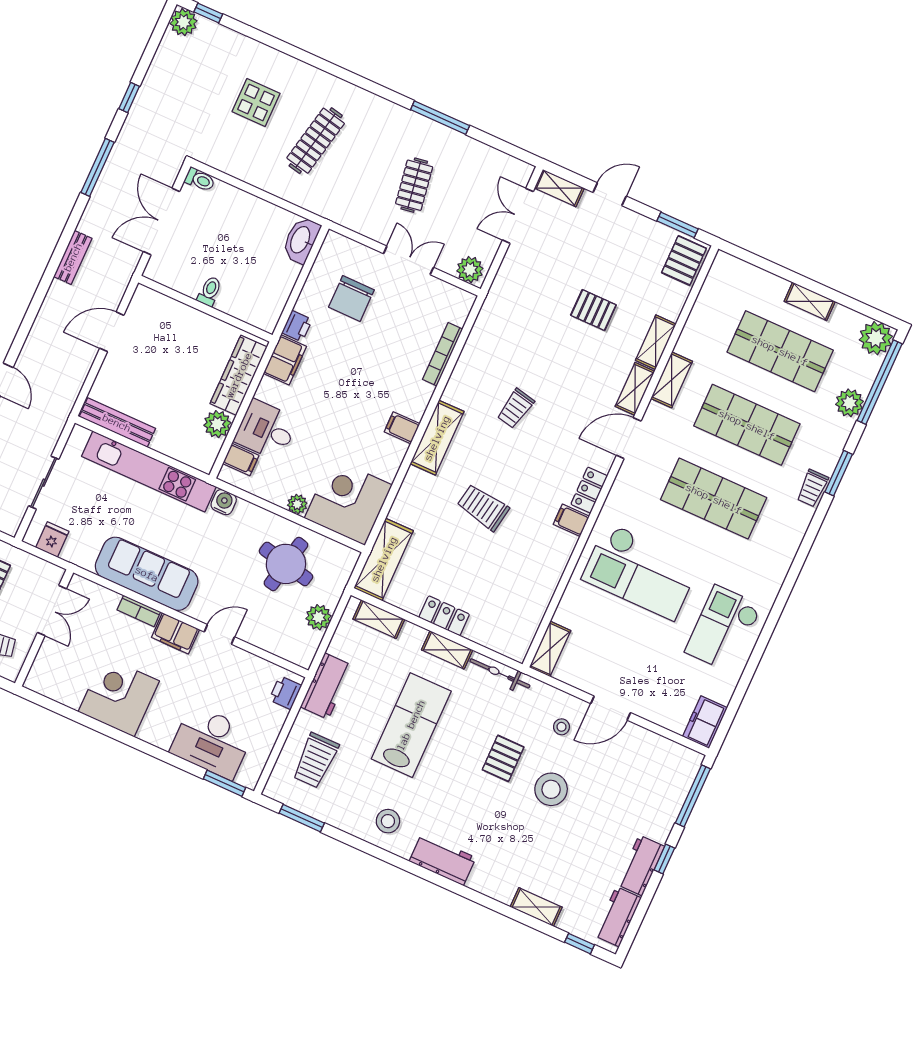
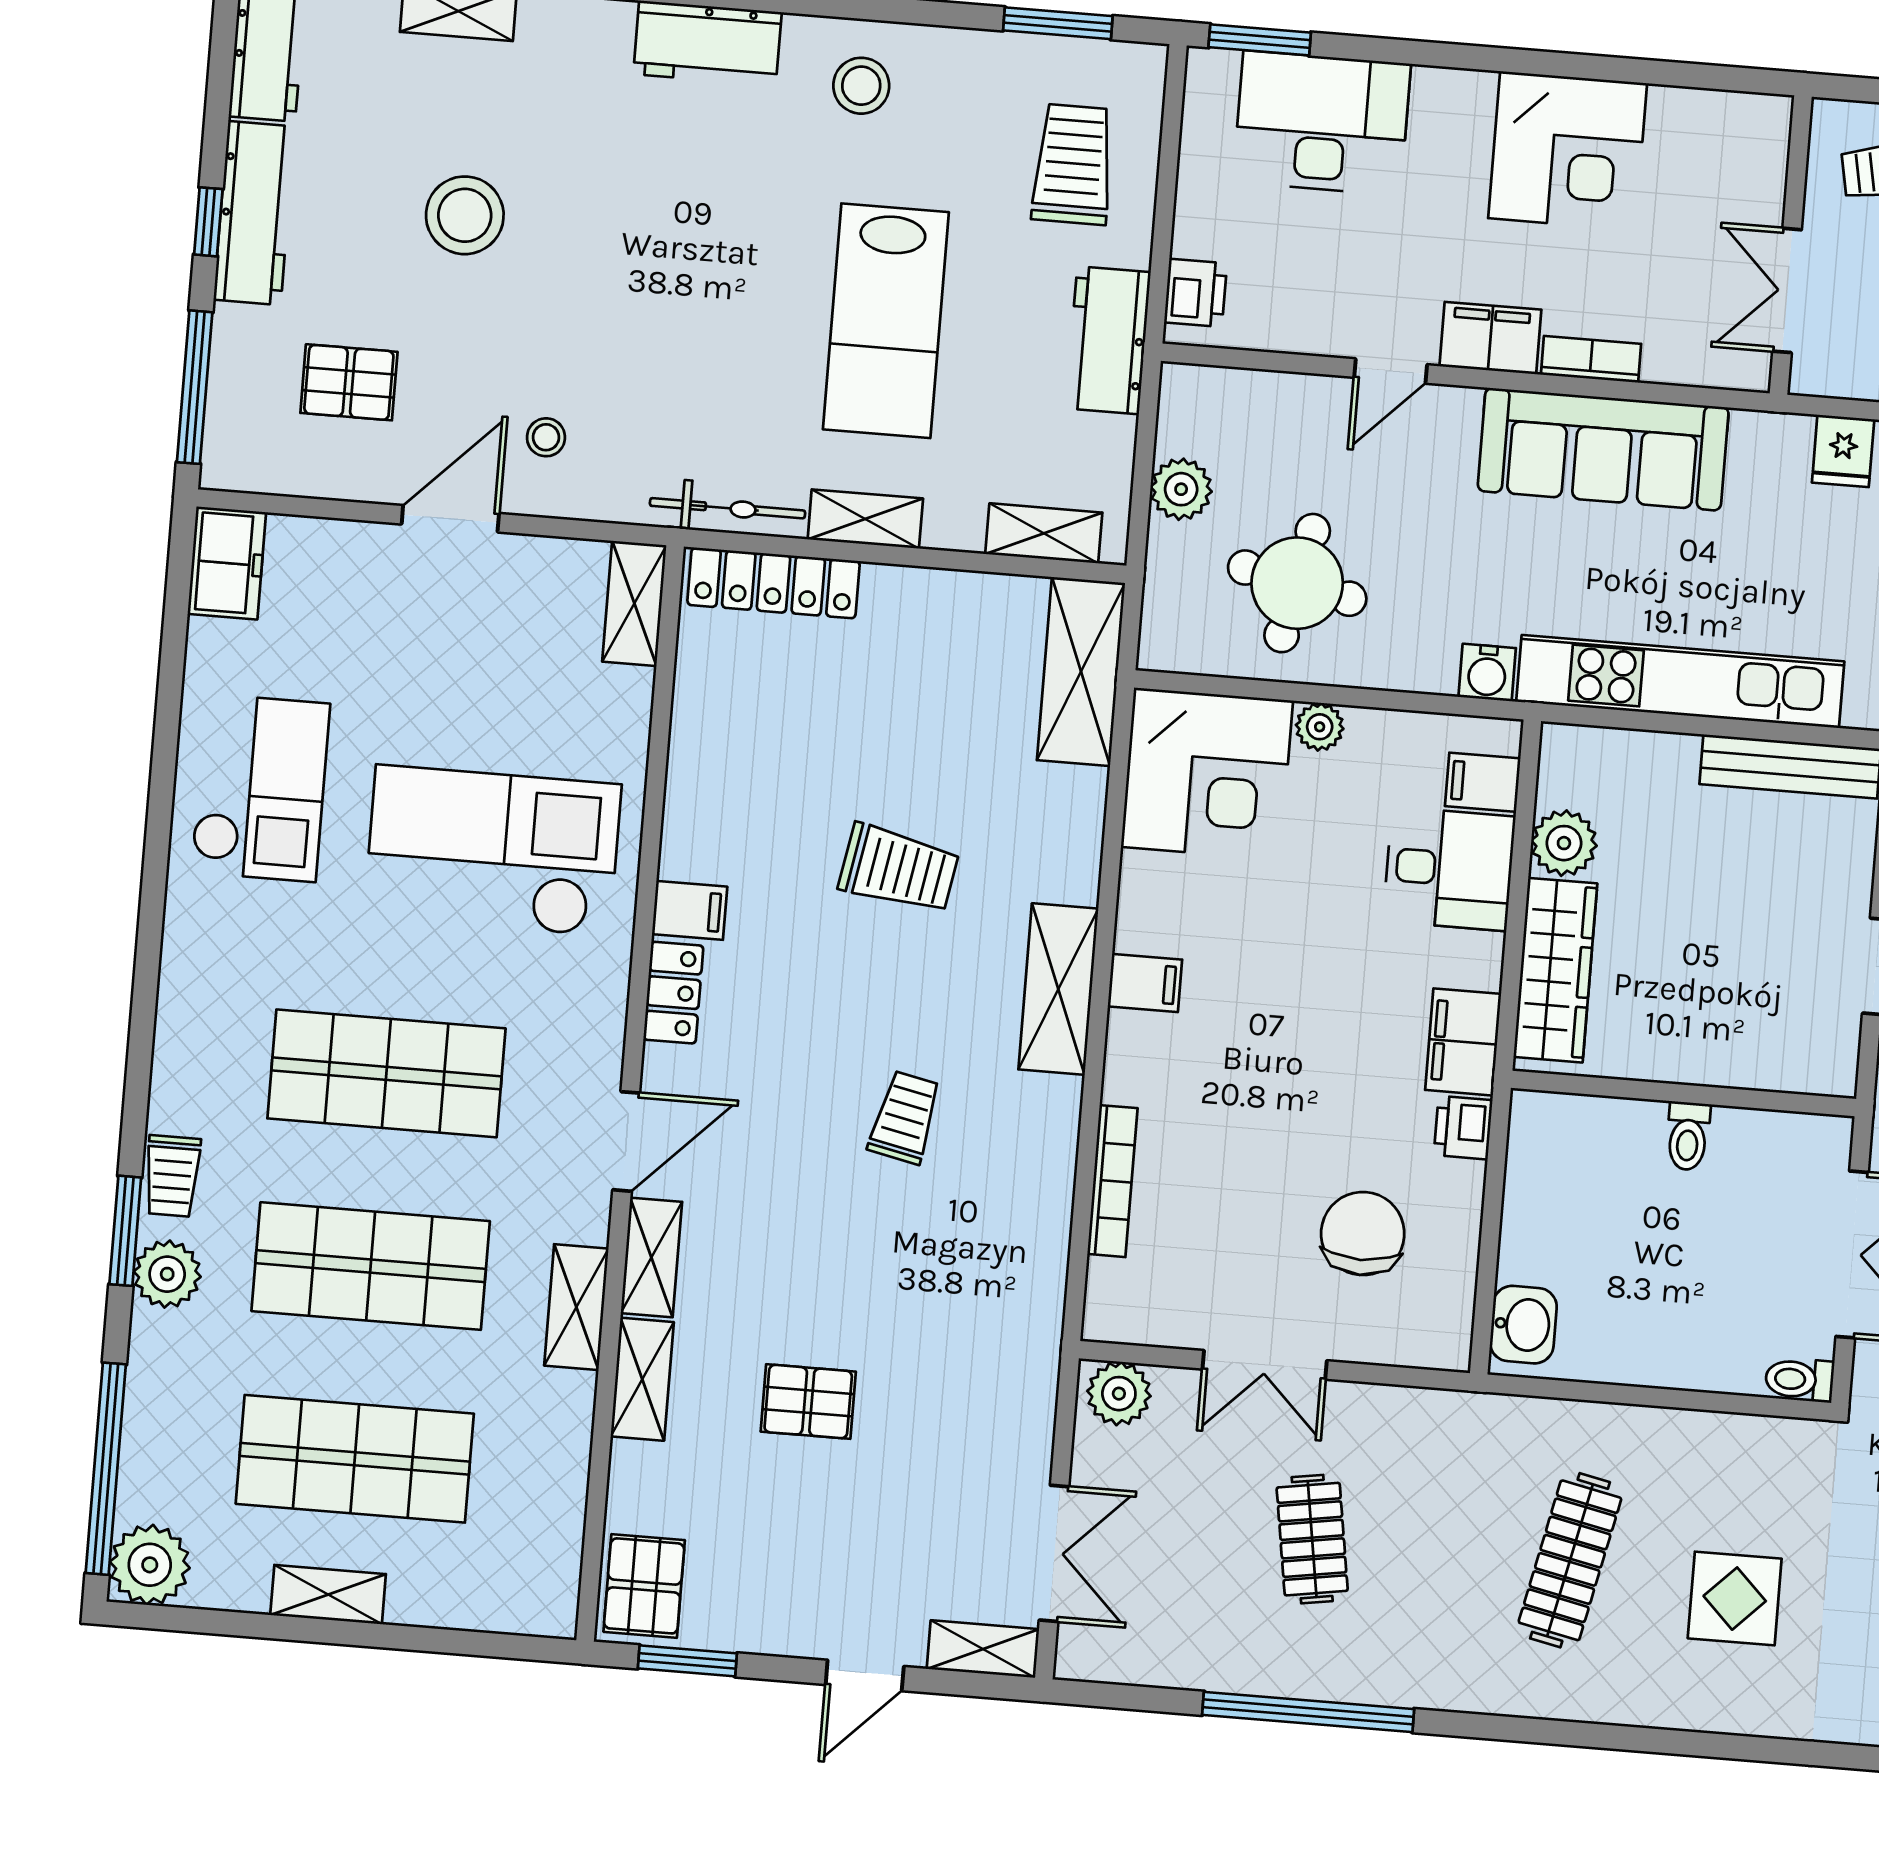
window: (440, 118) -> (1308, 1712), width x1.46
washbasin: (301, 240) -> (1523, 1325), width x0.72
plant: (850, 403) -> (167, 1274), moved
trolley: (812, 488) -> (172, 1176), turned 180
locker: (444, 616) -> (774, 583), moved, width x1.53
pallet: (503, 758) -> (349, 382), moved, turned 90
stool: (551, 789) -> (465, 215), moved
workbench: (641, 865) -> (254, 213), width x1.38

